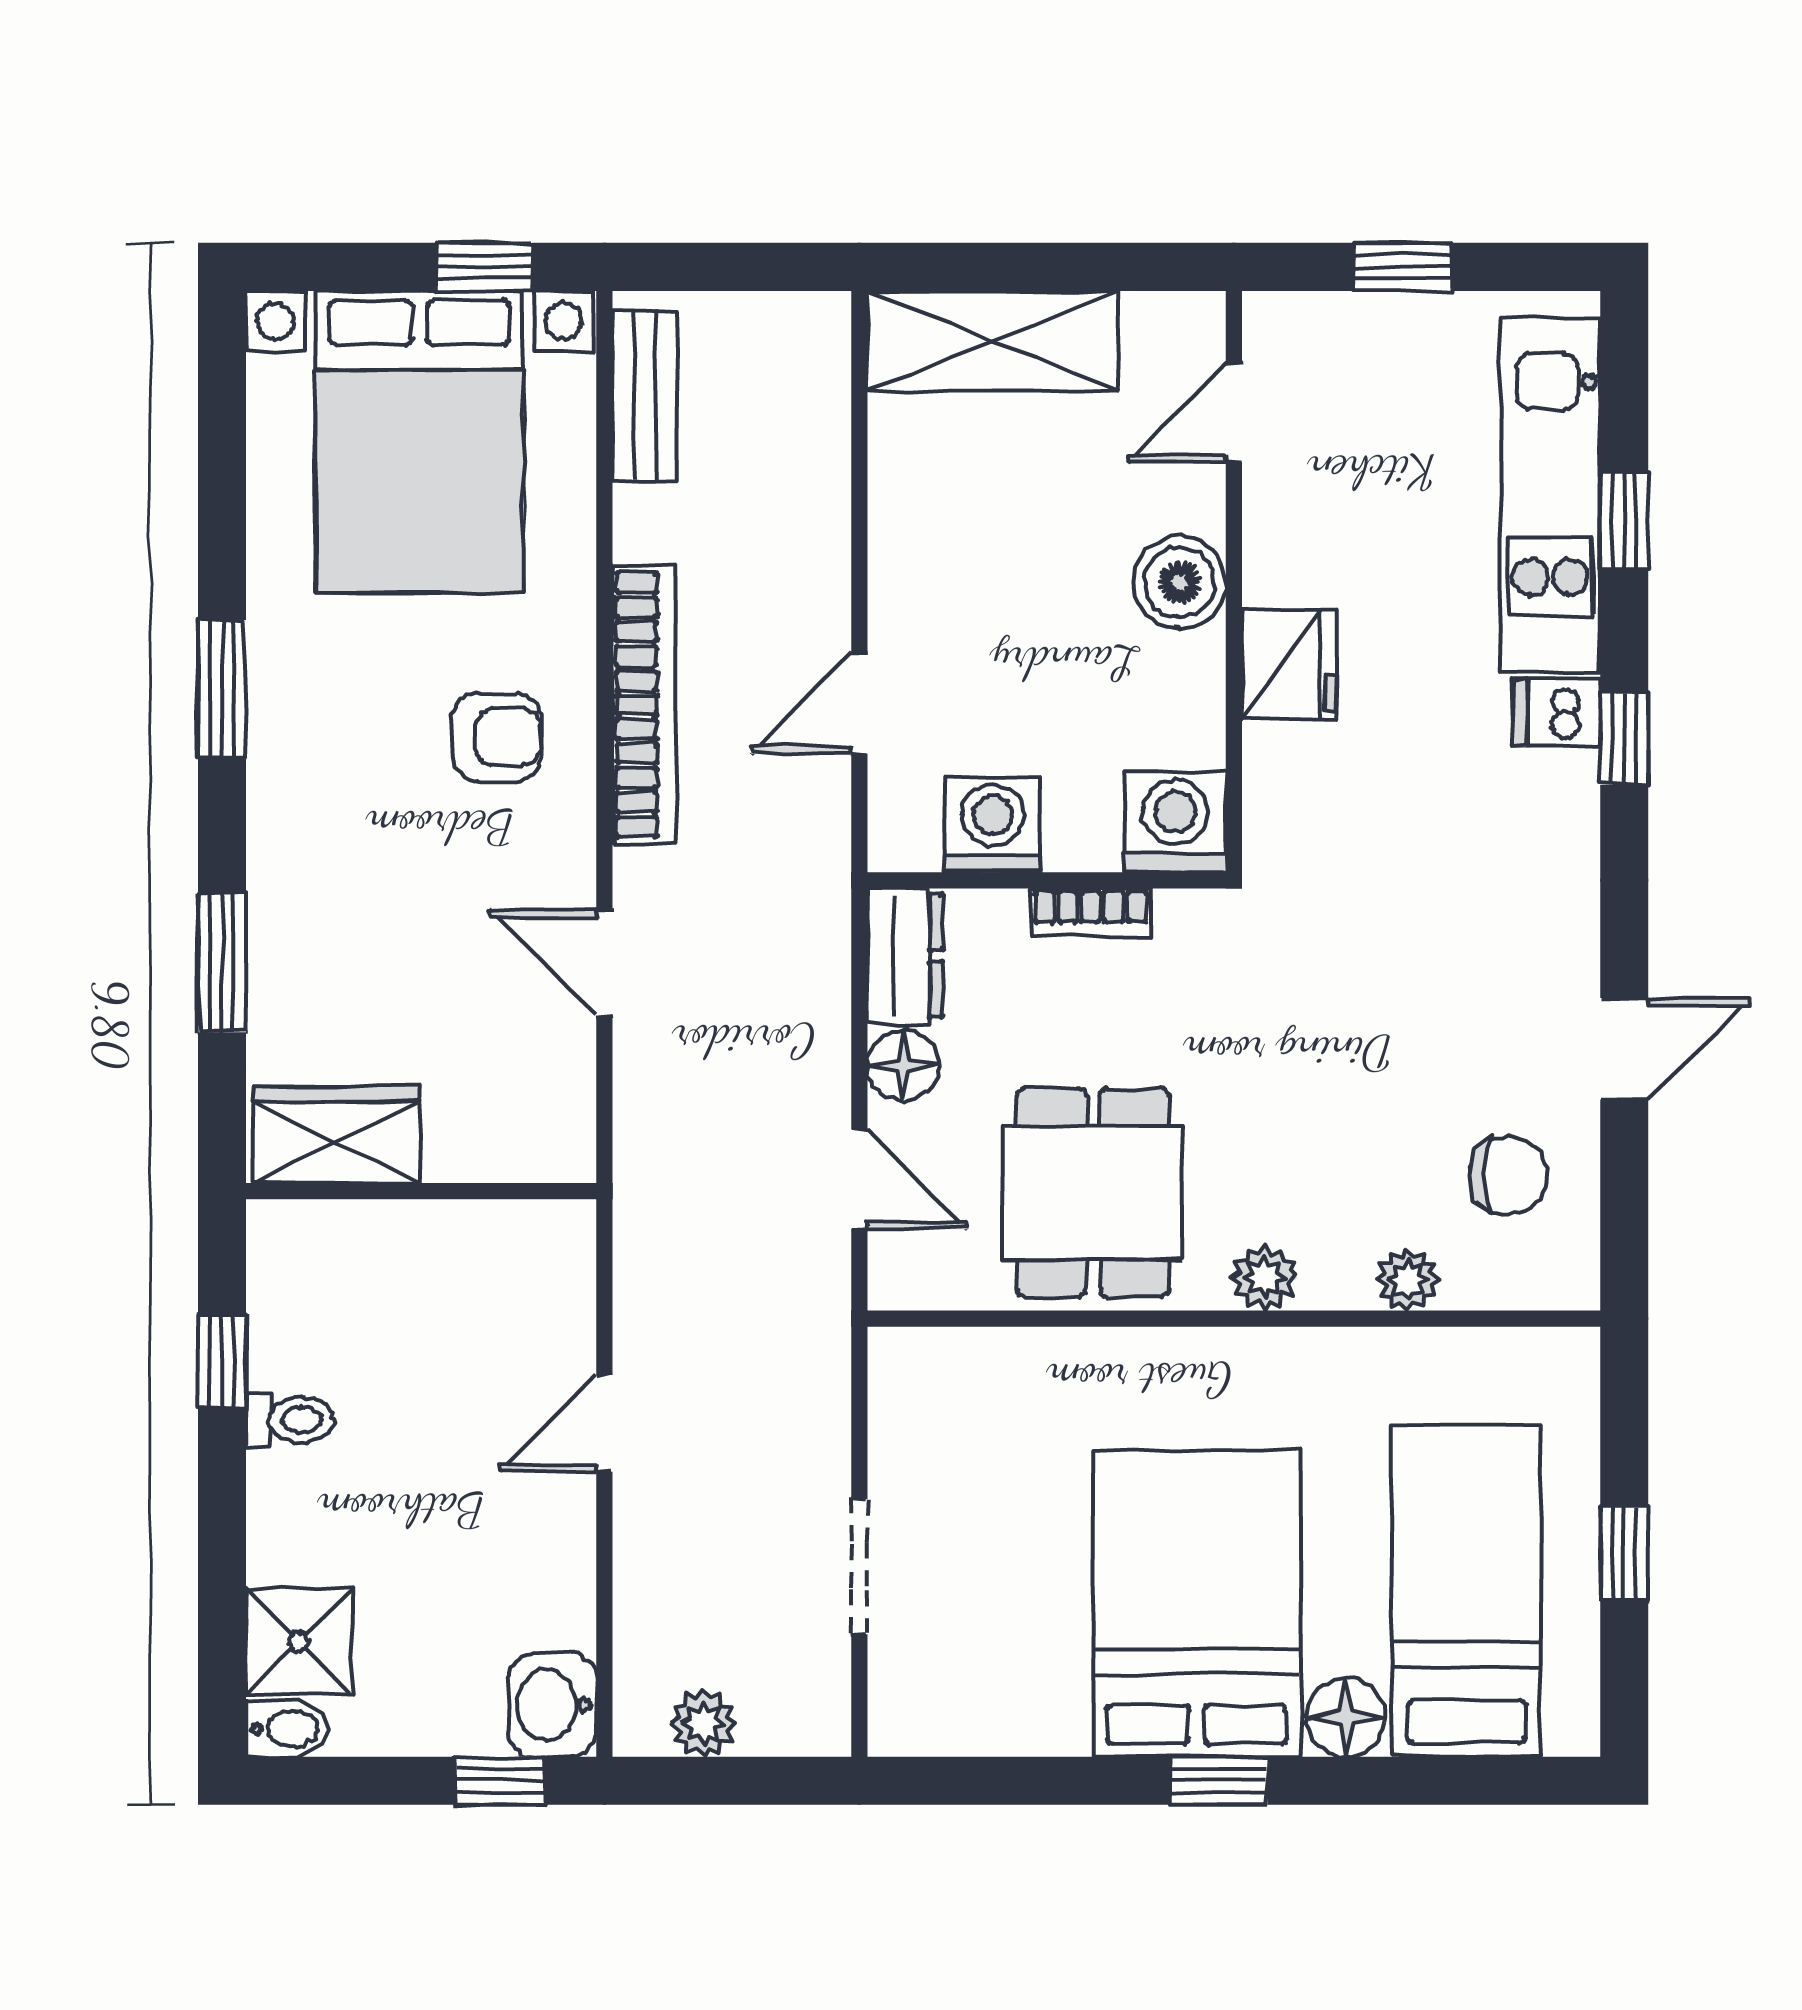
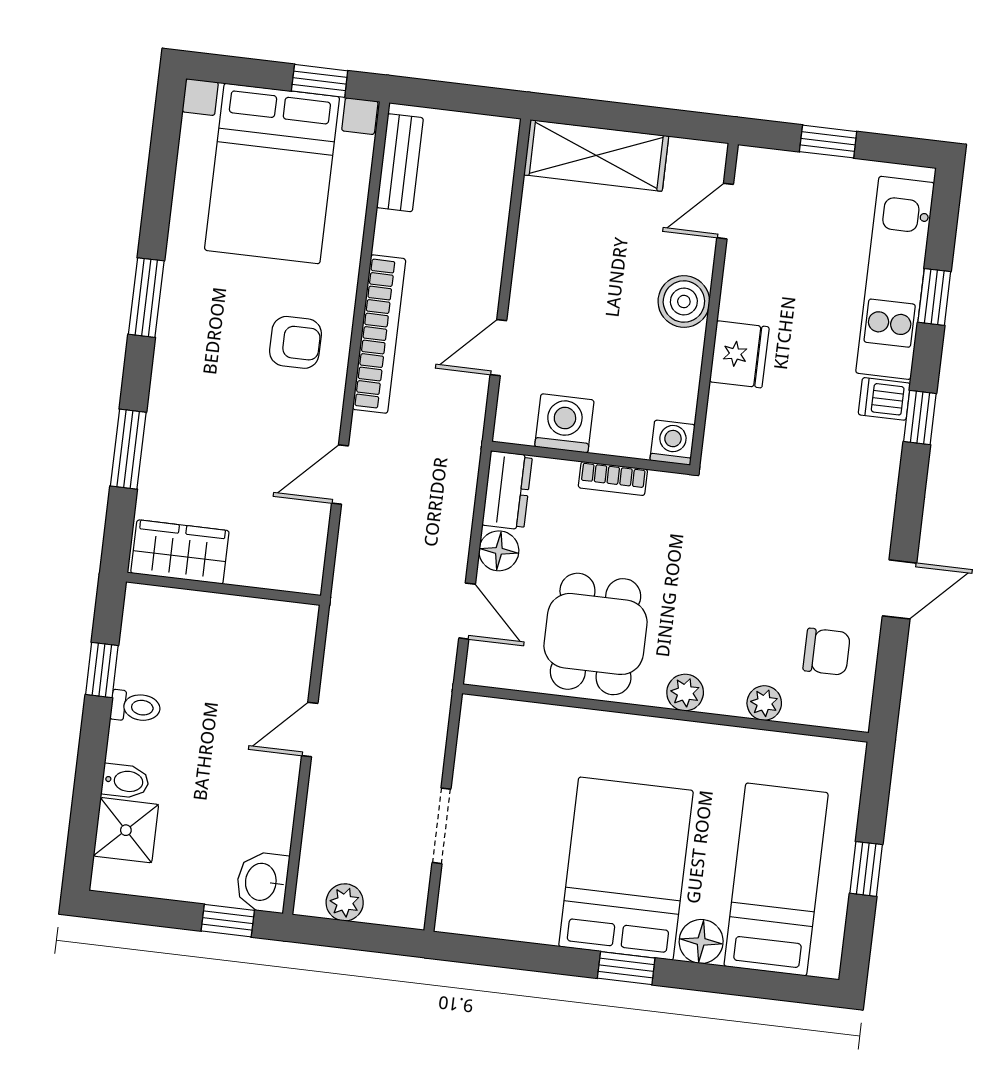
washing machine: (1175, 822) -> (672, 443), width x0.73, depth x0.73
door: (604, 963) -> (340, 475), hinge flipped
bidet: (287, 1729) -> (125, 781), moved

